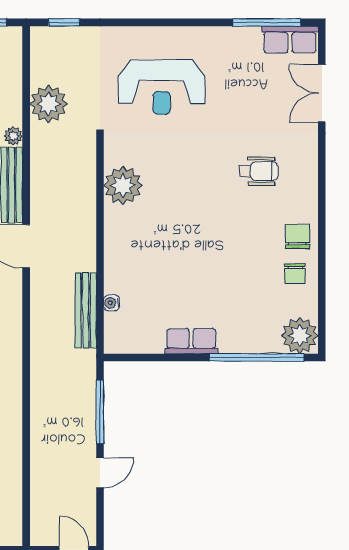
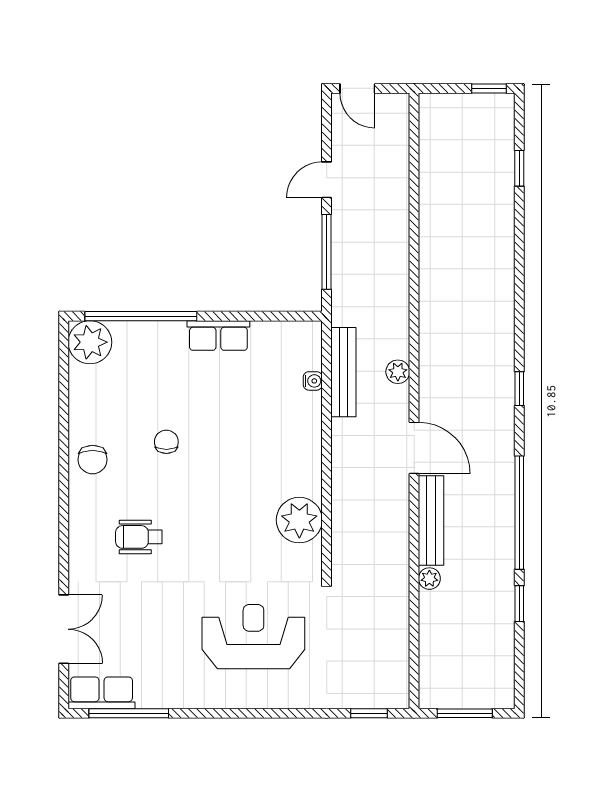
plant: (49, 104) -> (398, 372), moved, width x0.53, depth x0.53
chair: (295, 274) -> (166, 442), moved

